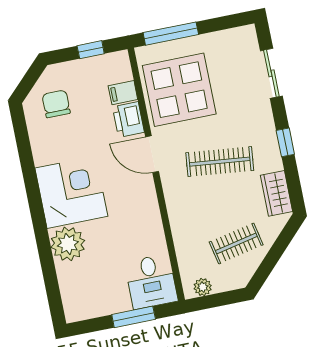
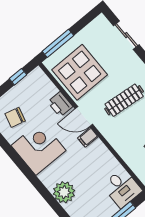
filing cabinet: (123, 93) -> (88, 137), moved
chair: (56, 104) -> (15, 117), turned -75
corner desk: (71, 192) -> (38, 148), moved

